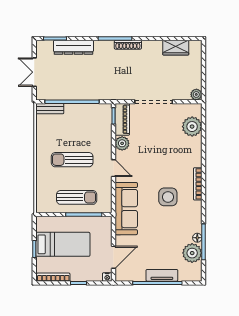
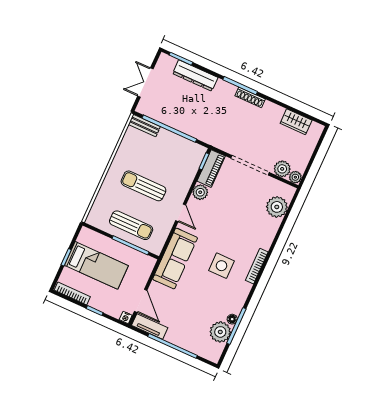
plant: (182, 93) -> (282, 169), added
door: (113, 257) -> (141, 301), hinge flipped
tv unit: (162, 275) -> (150, 326), moved

